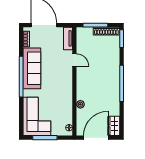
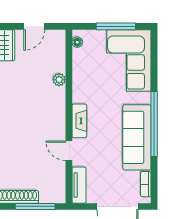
fireplace: (68, 79) -> (79, 121), added
door: (96, 138) -> (34, 26), width x0.53

